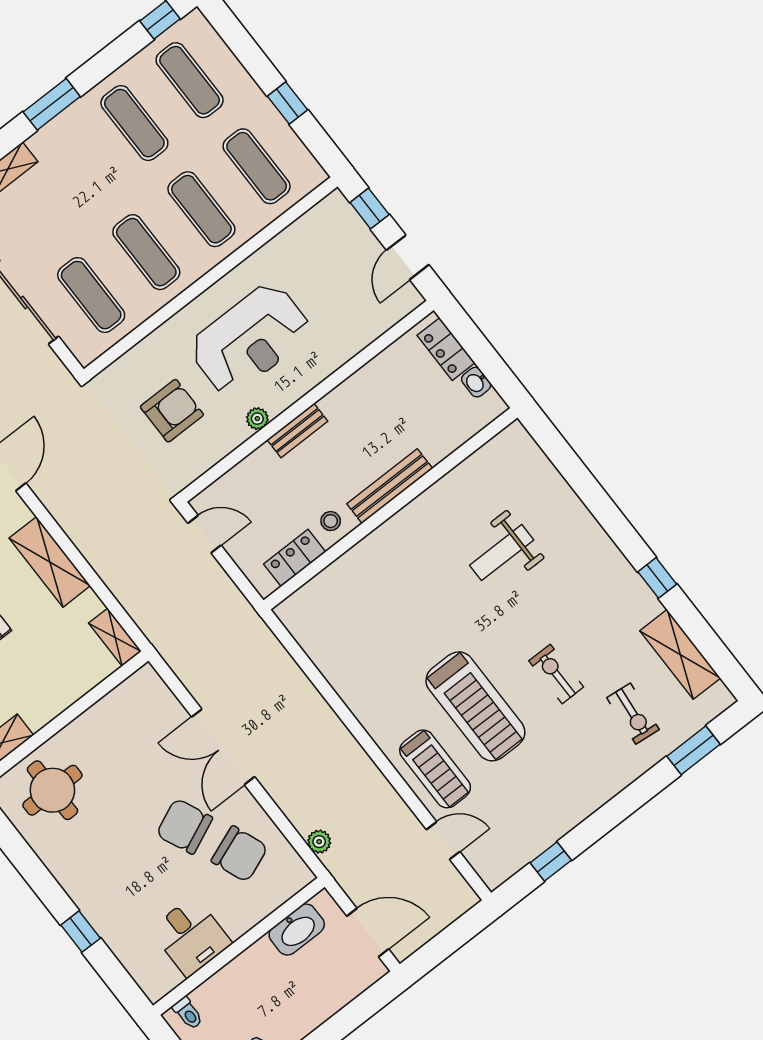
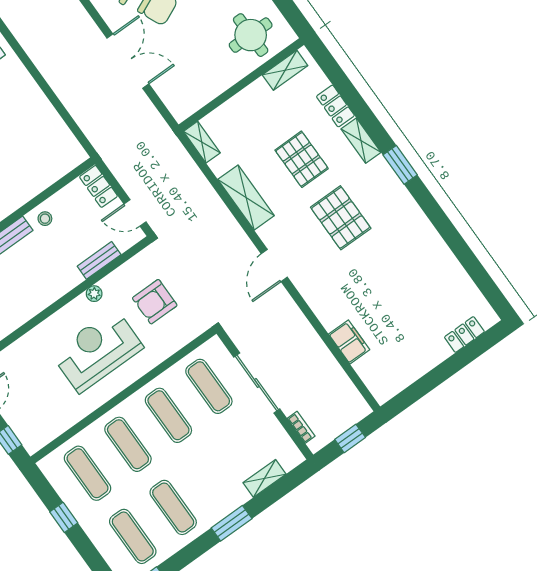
bench: (297, 430) -> (99, 260), moved
locker: (295, 558) -> (98, 186), moved, turned 90

